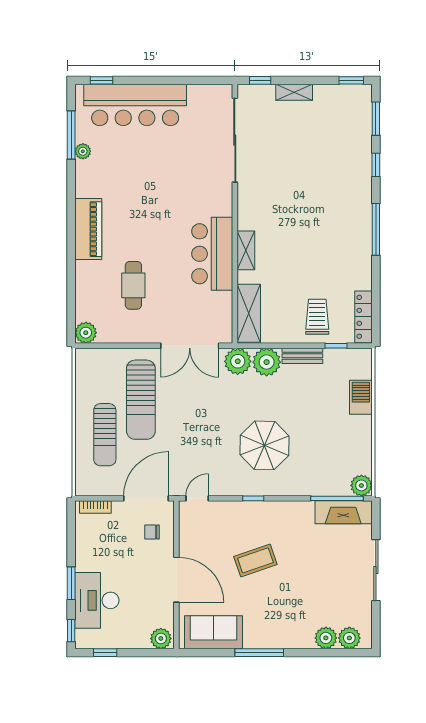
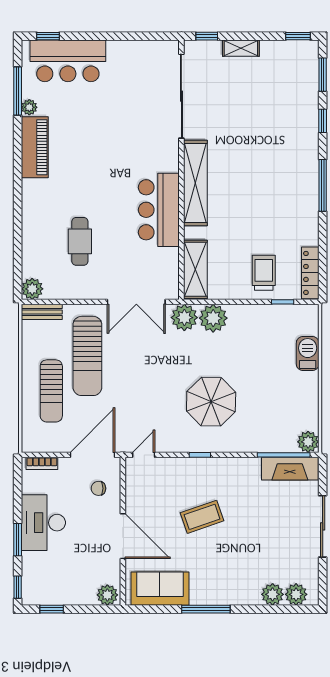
bar counter: (135, 105) -> (68, 61), width x0.73
piano: (88, 229) -> (35, 147), moved
shelving: (246, 250) -> (195, 183), width x2.20, depth x1.33
bench: (302, 356) -> (42, 312), moved
desk: (97, 600) -> (43, 523), moved

